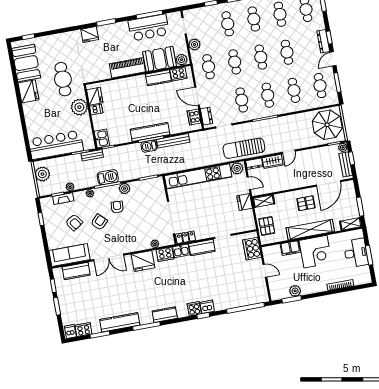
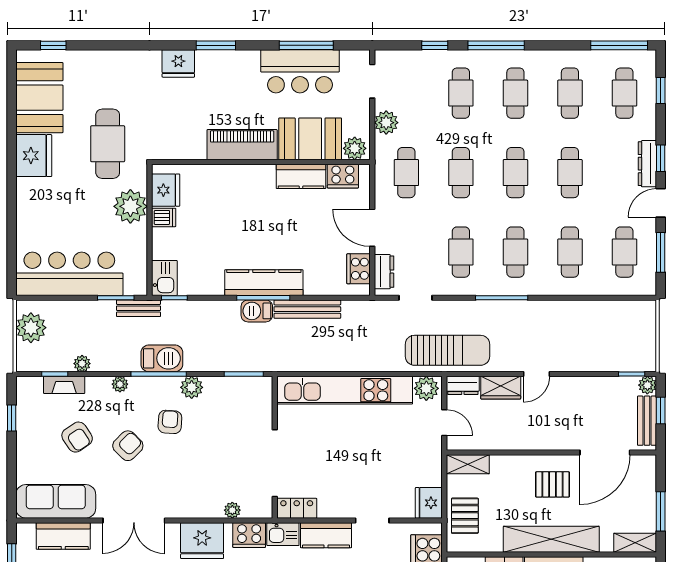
parasol: (327, 125) -> (624, 334), removed
sun lounger: (244, 148) -> (447, 350), turned 180
fridge: (245, 202) -> (429, 503), moved

